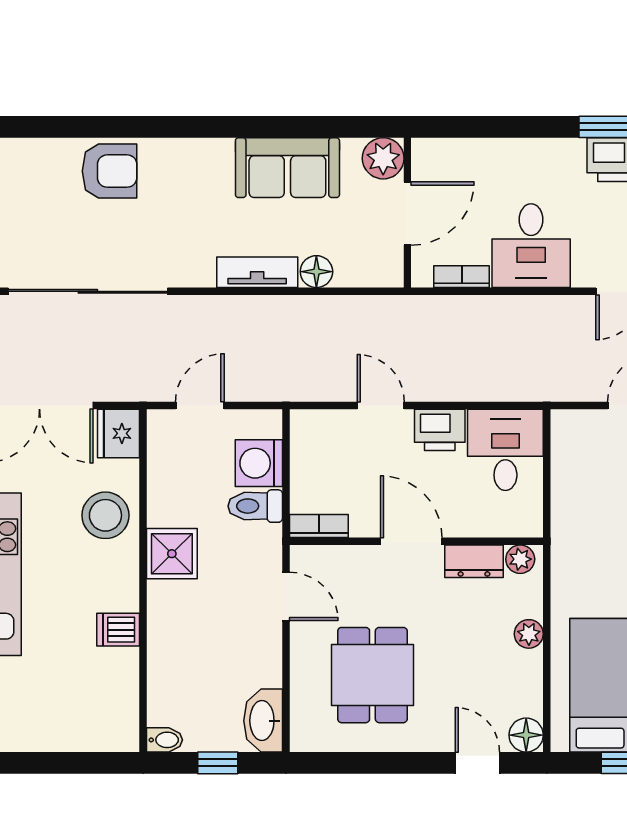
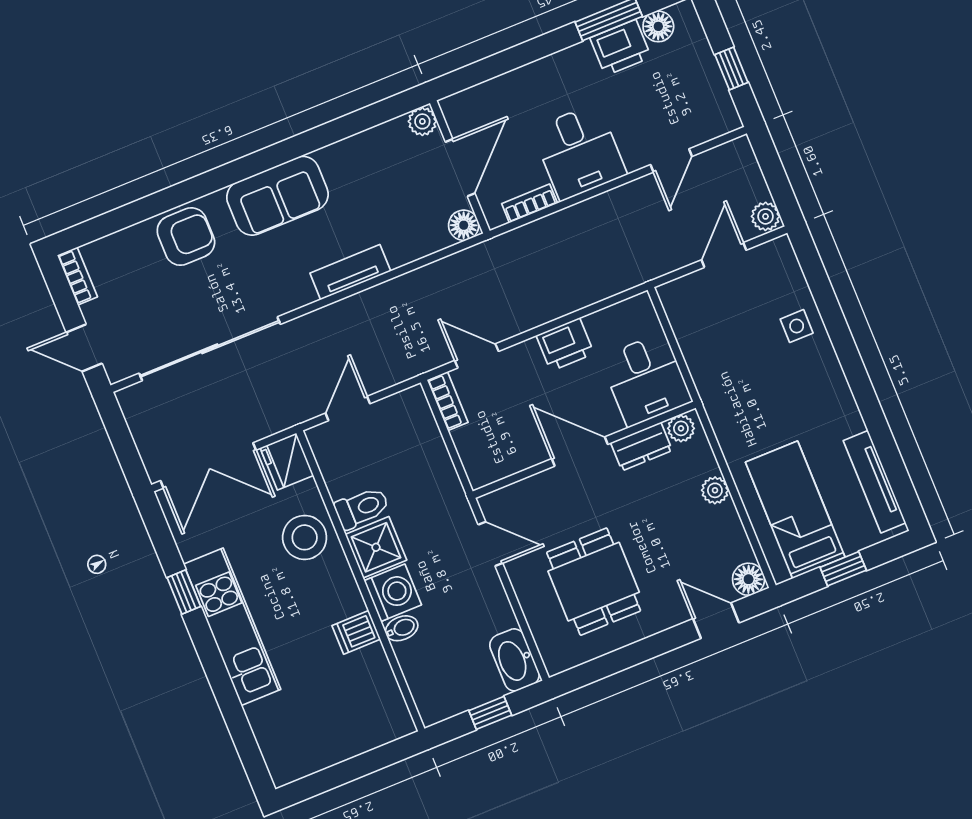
plant: (383, 158) -> (422, 121), width x0.73, depth x0.73
sofa: (287, 168) -> (277, 196), moved
floor lamp: (316, 272) -> (464, 225), moved
door: (381, 406) -> (477, 356), moved
desk: (505, 450) -> (646, 380), moved, turned 180
washing machine: (259, 463) -> (393, 593), moved, turned 180
toilet: (255, 506) -> (362, 508), moved, turned 180
bookcase: (319, 526) -> (448, 401), moved, turned 90
bidet: (165, 740) -> (402, 628), moved

